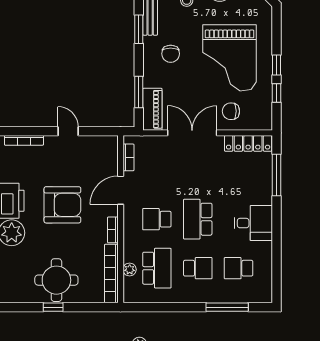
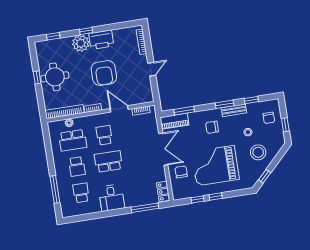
locker: (248, 143) -> (163, 192), width x0.66

